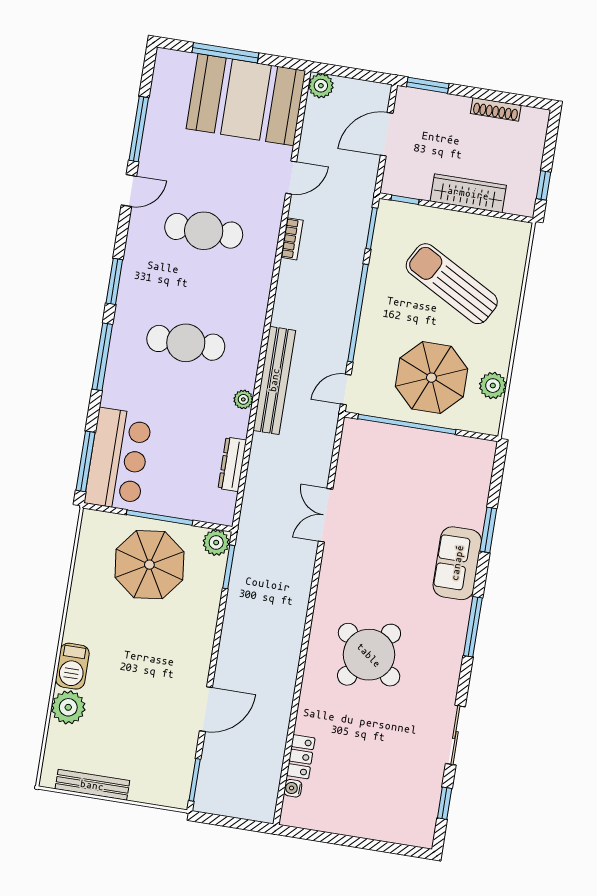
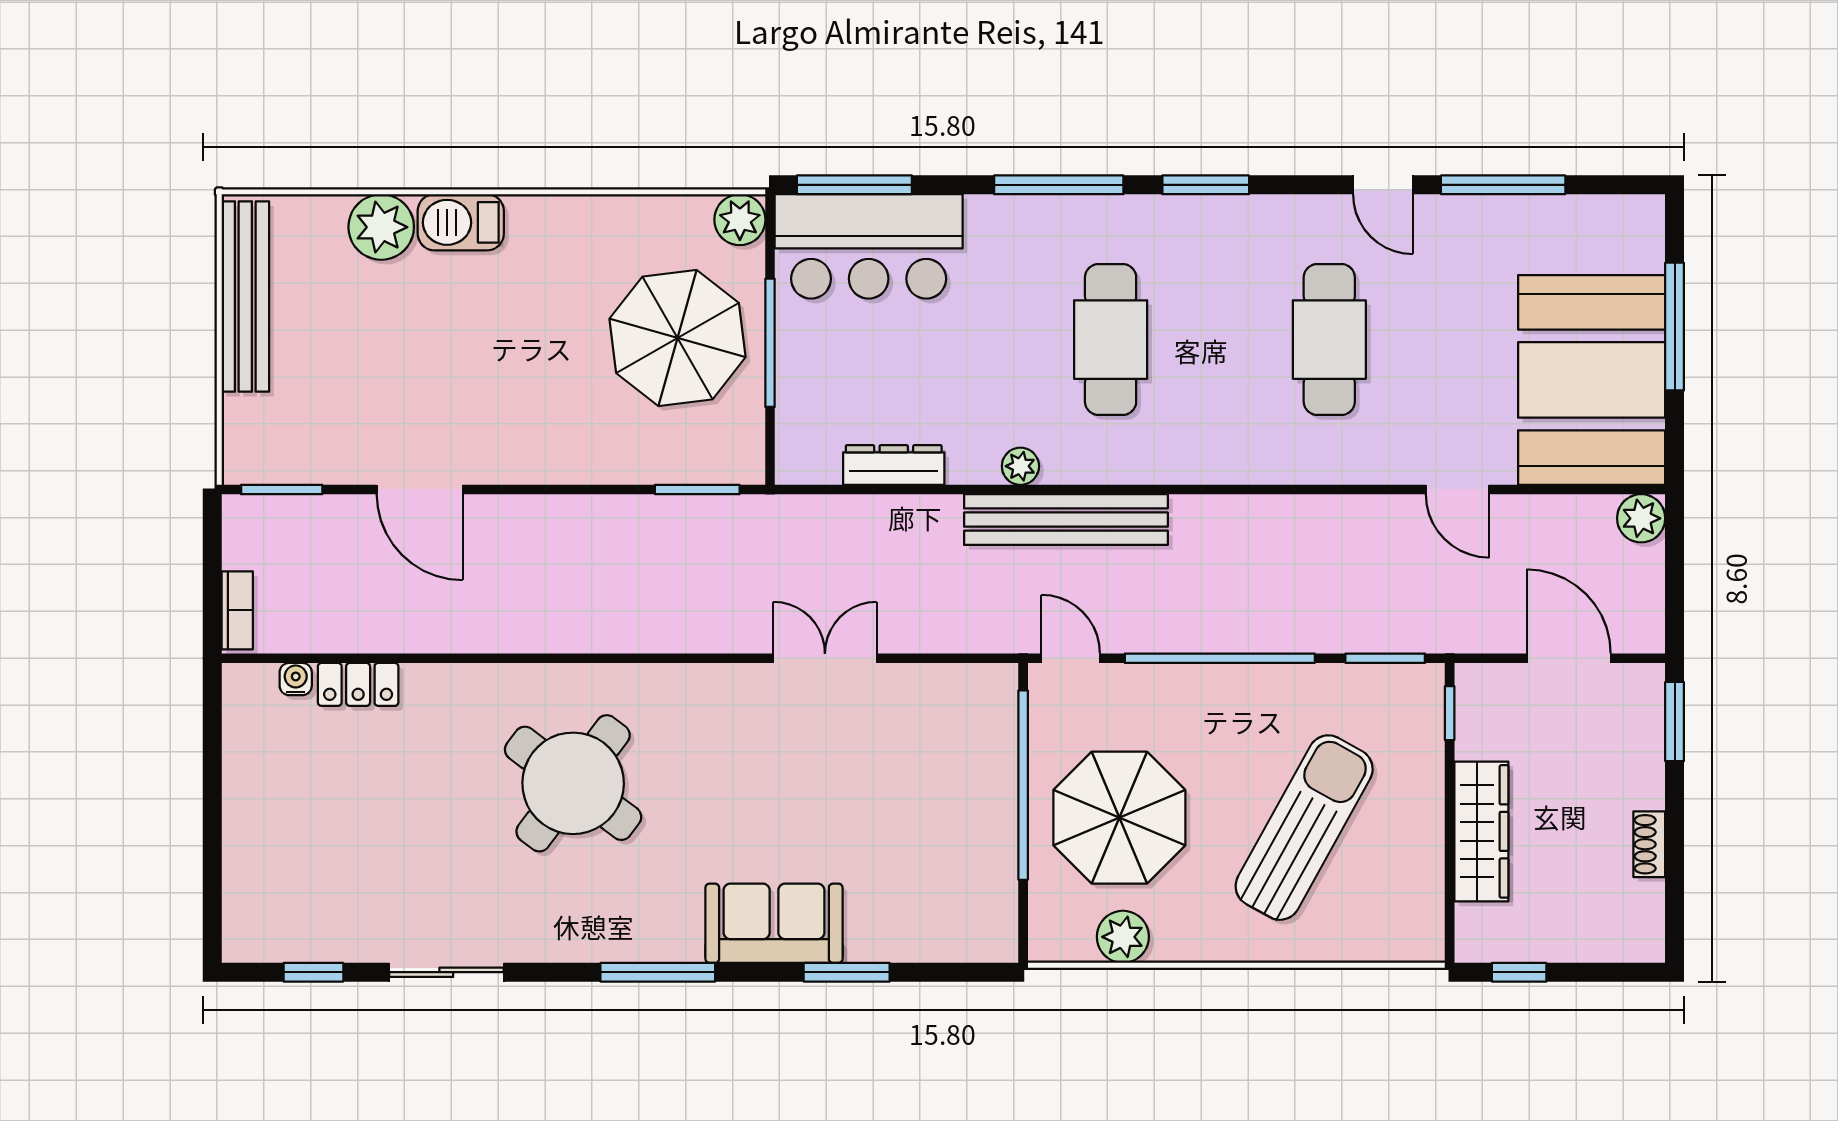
shoe rack: (496, 109) -> (1649, 844), width x0.70
bookcase: (292, 239) -> (237, 610), moved, turned -90
plant: (216, 543) -> (740, 220), moved
bench: (92, 785) -> (245, 297), width x1.37, depth x1.21

